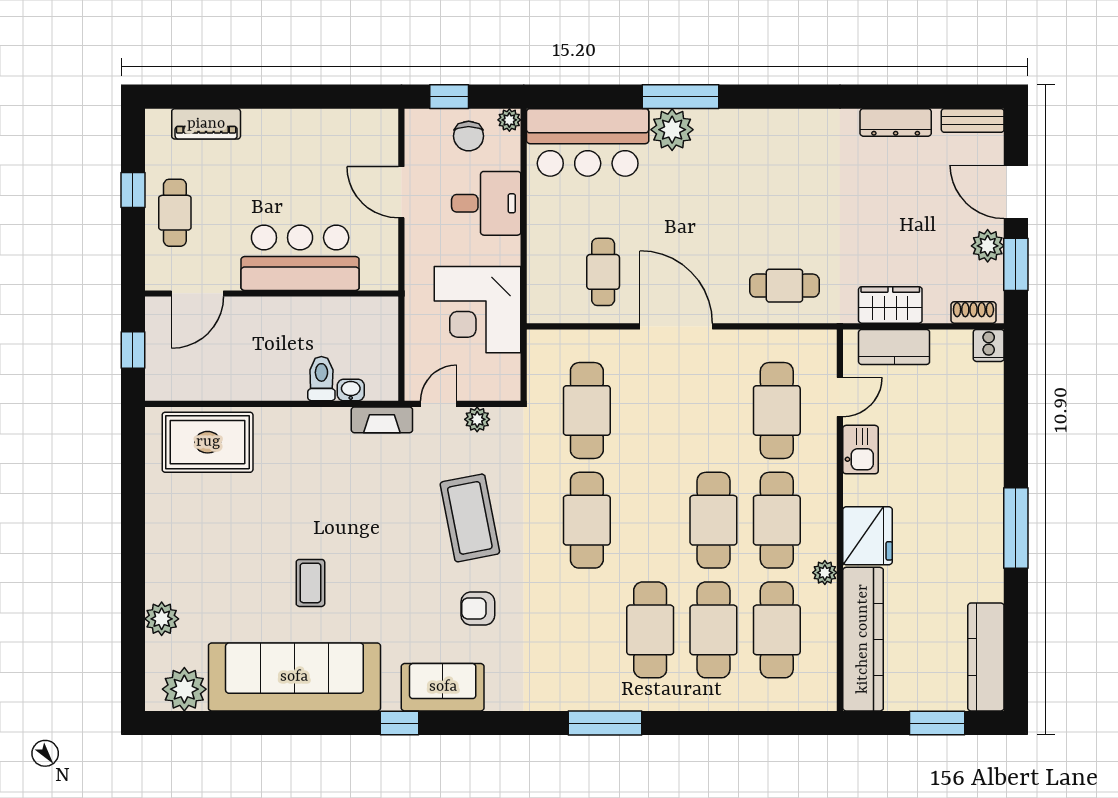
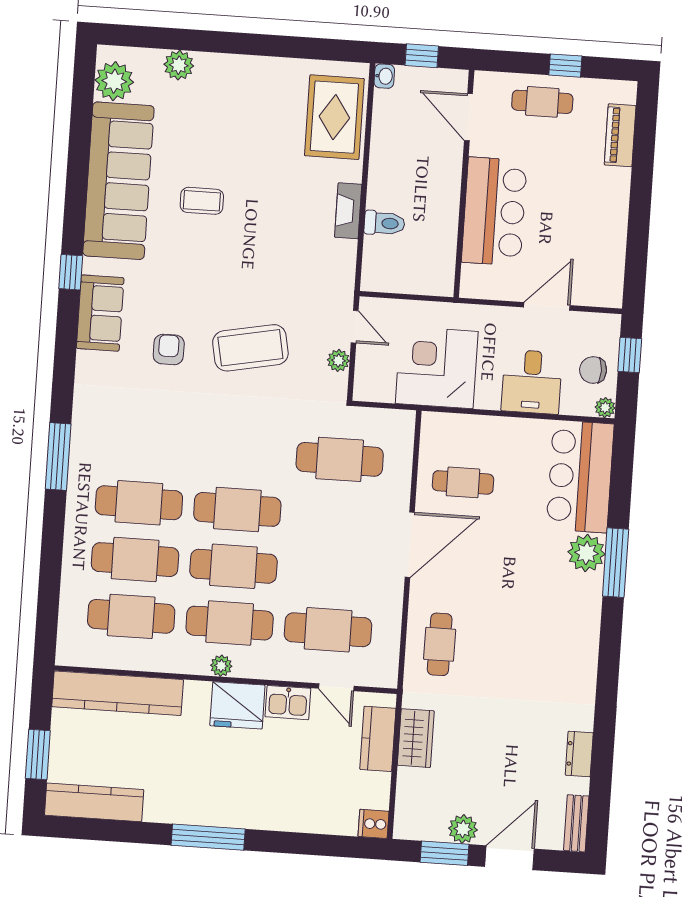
dresser: (896, 122) -> (579, 754), width x0.70
shoe rack: (973, 312) -> (404, 812), removed
washbasin: (351, 390) -> (384, 76), moved
fireplace: (382, 420) -> (348, 211), moved
cafe table: (587, 520) -> (237, 509), moved
fridge: (868, 536) -> (237, 705), moved
plant: (825, 573) -> (221, 666), moved

